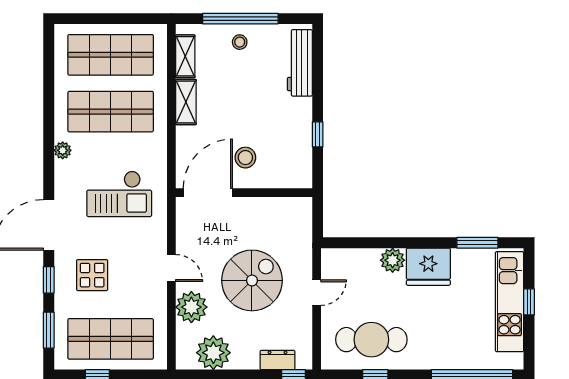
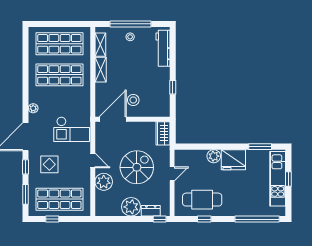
plant: (63, 150) -> (33, 108), moved
checkout: (119, 194) -> (72, 129), moved
wardrobe: (300, 219) -> (163, 133), added
plant: (213, 353) -> (131, 207), moved

